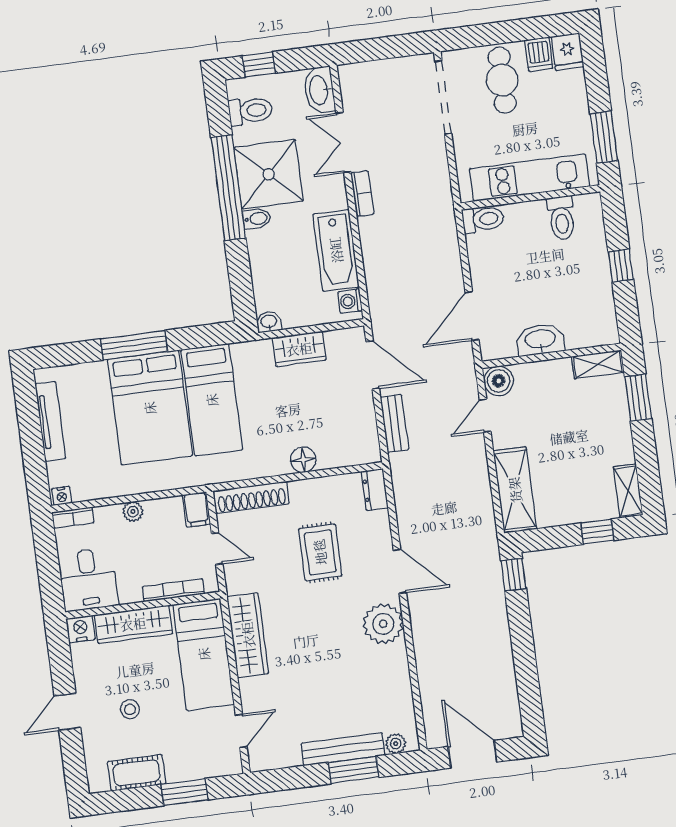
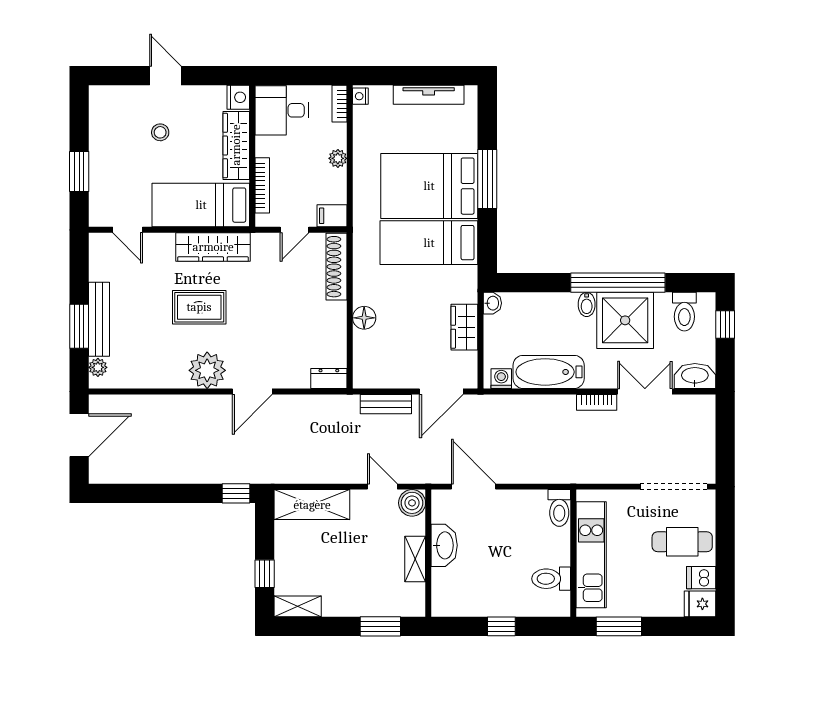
shelving: (598, 364) -> (415, 559), moved
rug: (320, 552) -> (199, 307), moved
cot: (137, 773) -> (102, 131), removed

